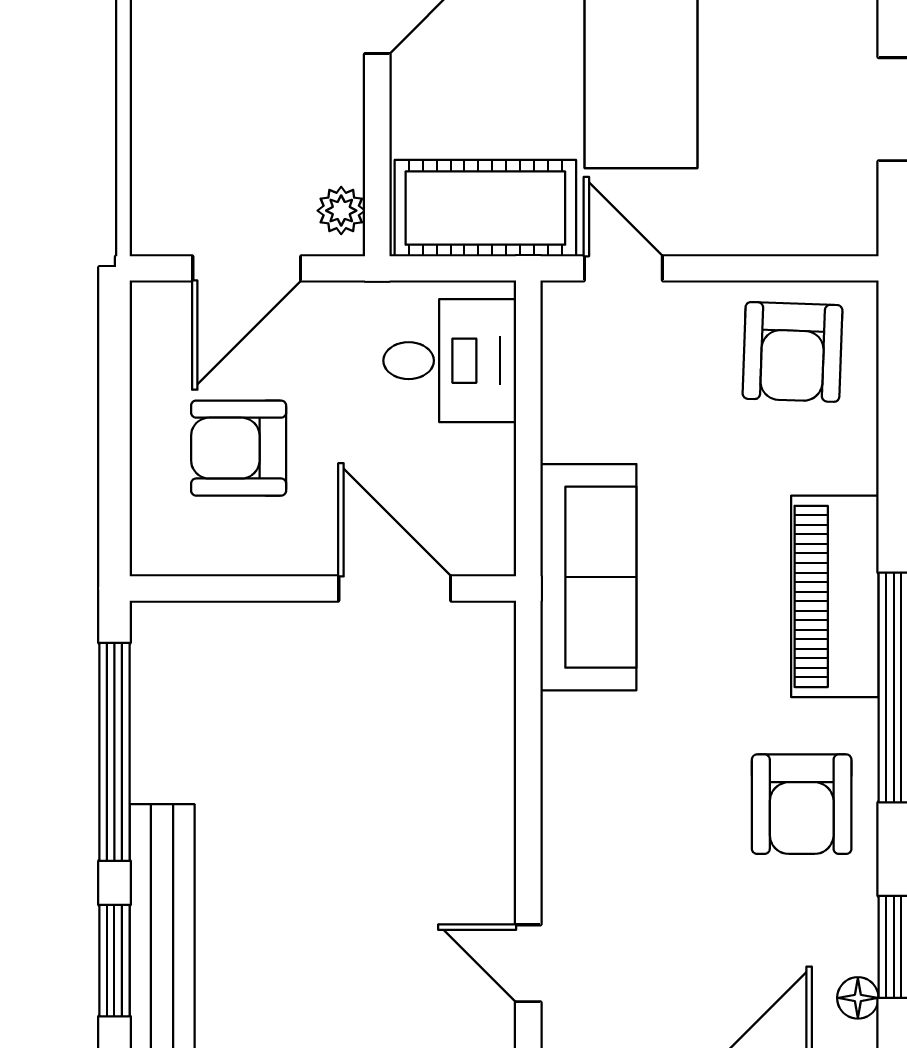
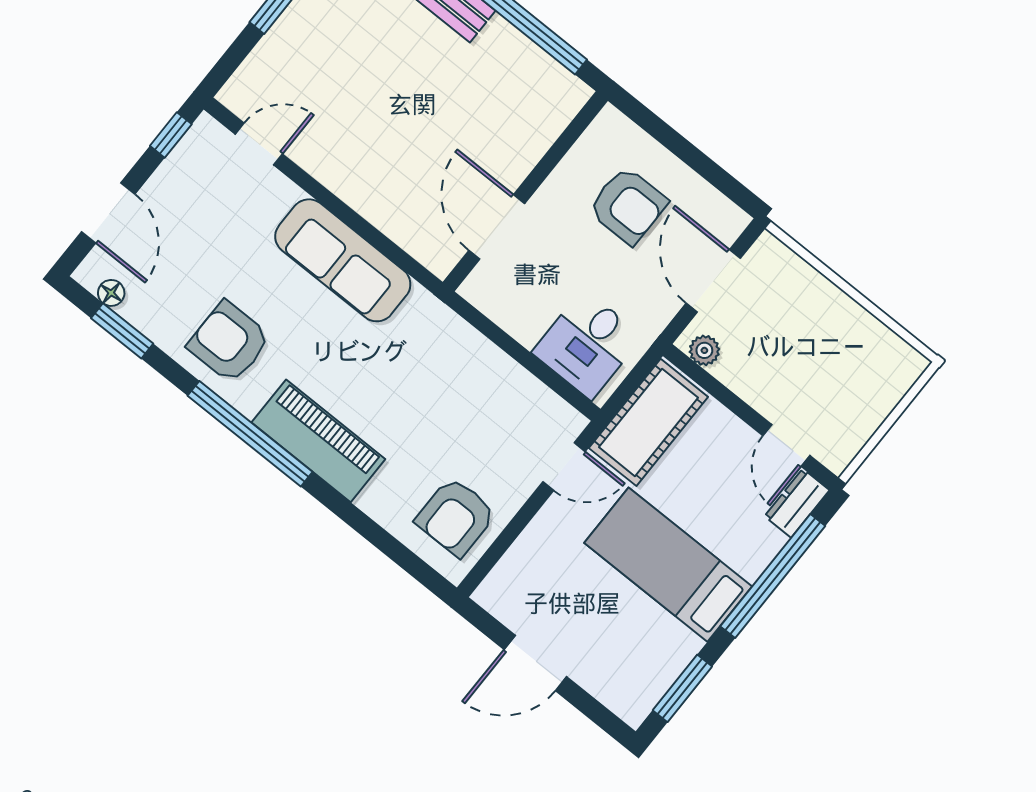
armchair: (792, 352) -> (456, 517), turned -92
armchair: (239, 448) -> (628, 206), turned 90
sofa: (588, 577) -> (343, 260), moved
door: (395, 589) -> (497, 227), swing flipped

